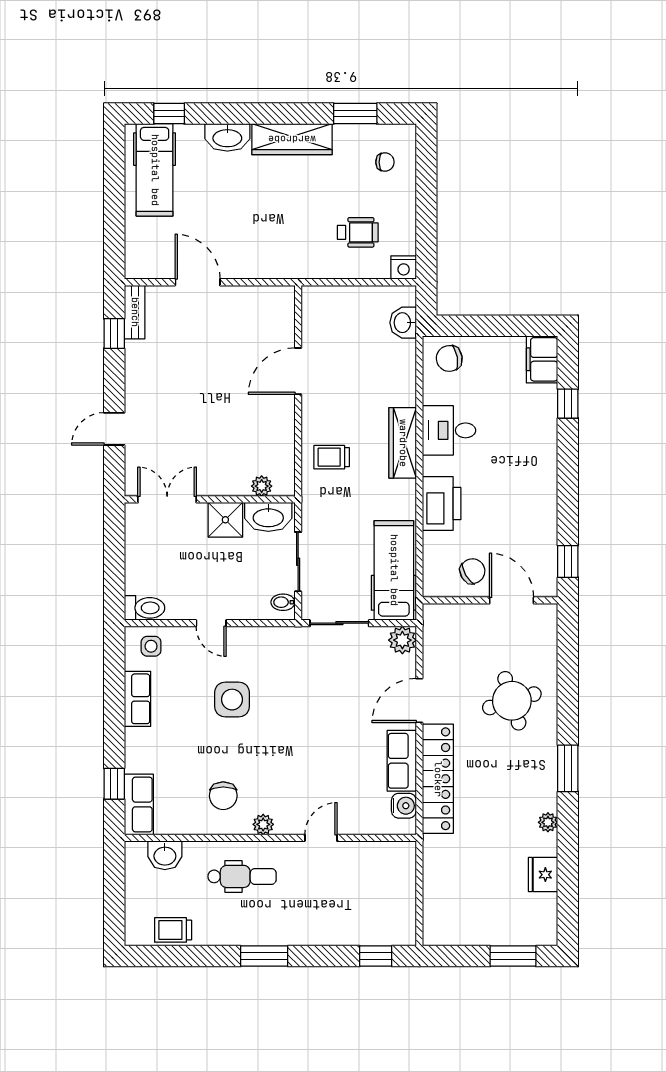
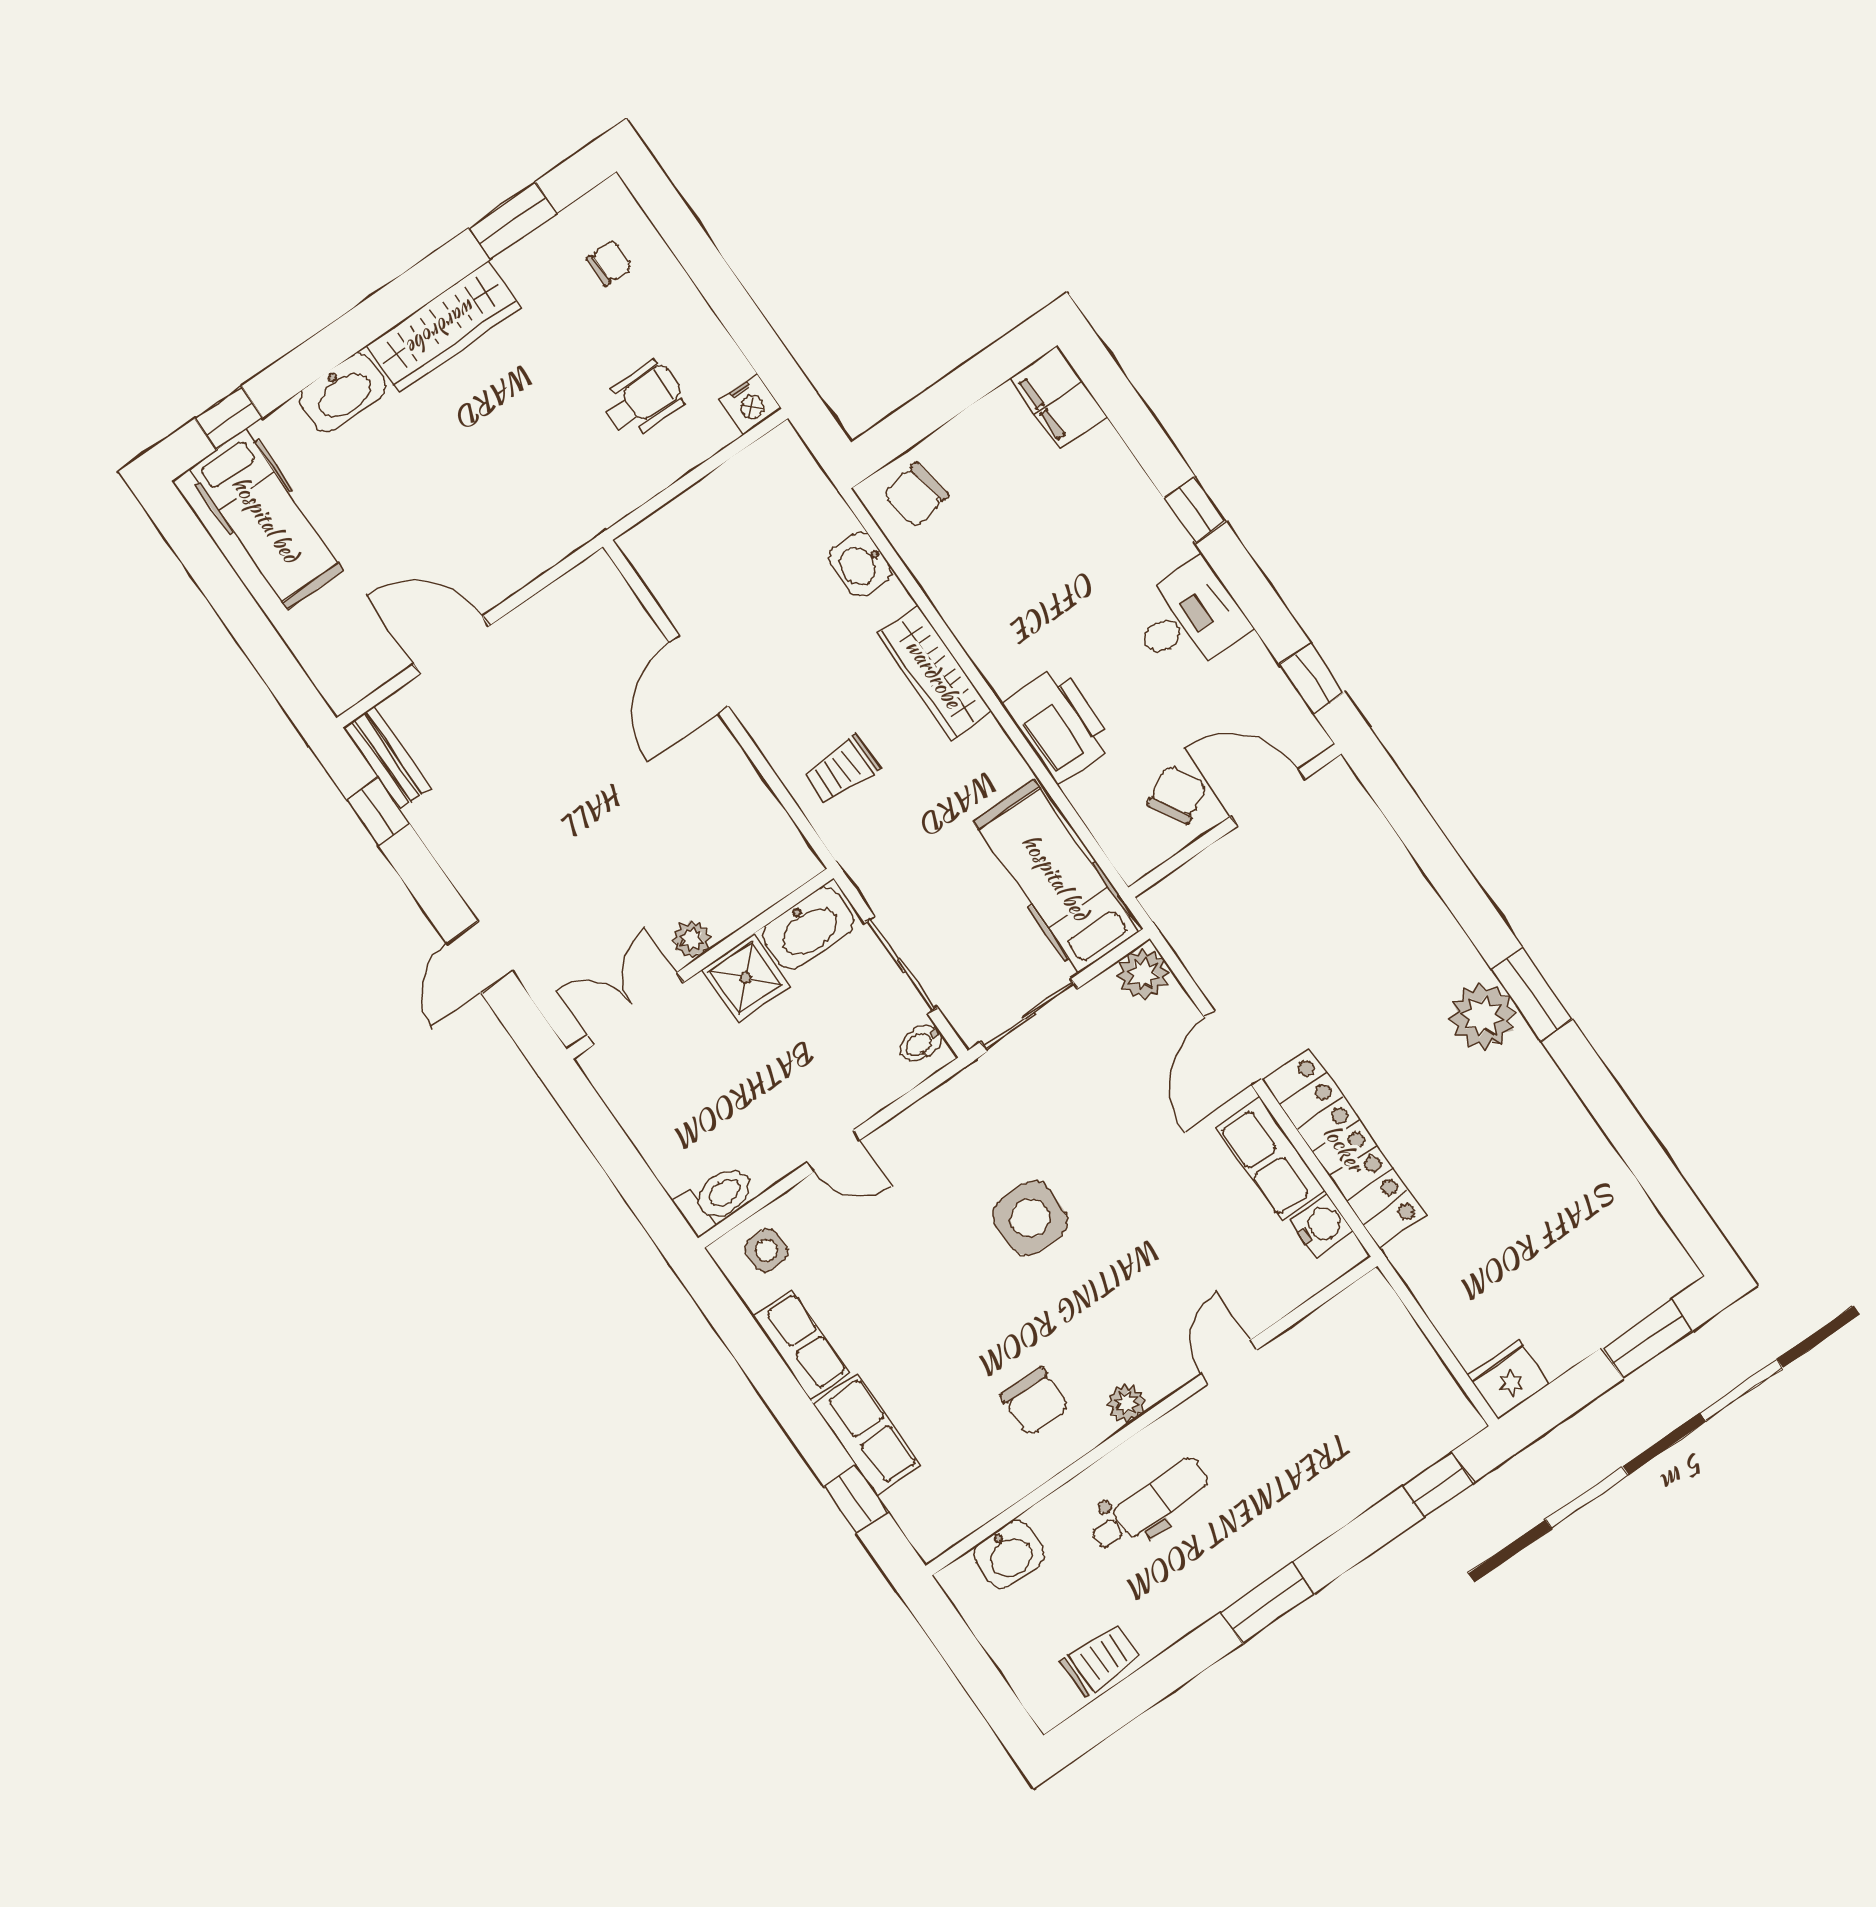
washbasin: (403, 323) -> (860, 564), moved
window: (568, 404) -> (1195, 510), moved
desk: (449, 430) -> (1187, 619), moved, turned 180
plant: (262, 486) -> (692, 939), moved
side table: (232, 700) -> (1030, 1218), moved
round table: (512, 701) -> (1375, 951), removed
row of seats: (139, 804) -> (867, 1435), moved
plant: (548, 822) -> (1483, 1016), moved, width x1.88, depth x1.88
fridge: (543, 875) -> (1509, 1379), moved, turned 90
trolley: (173, 930) -> (1101, 1660), turned 180

